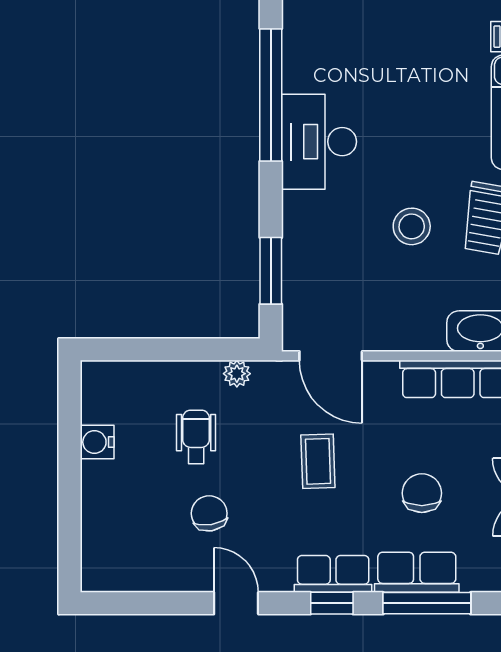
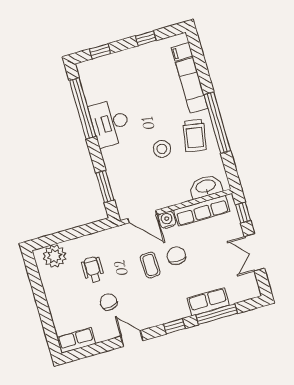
plant: (237, 374) -> (54, 256), moved, width x1.87, depth x1.87
water cooler: (97, 442) -> (167, 220), moved, turned 90
chair: (422, 493) -> (176, 256), moved
row of seats: (333, 574) -> (76, 340), moved

